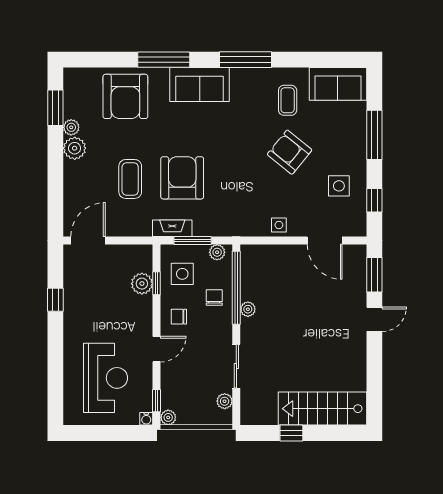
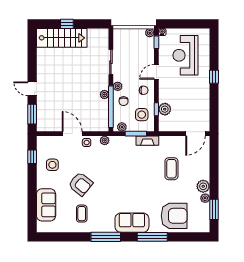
sofa: (338, 84) -> (46, 205), moved, turned 90
armchair: (125, 96) -> (174, 216), turned 90
window: (374, 135) -> (32, 194), removed
armchair: (182, 178) -> (142, 169), removed
plant: (247, 229) -> (105, 140), added
door: (325, 240) -> (72, 134), moved
window: (55, 300) -> (214, 77), moved
door: (374, 319) -> (32, 89), hinge flipped
plant: (225, 401) -> (118, 86), moved
window: (291, 433) -> (67, 24), moved

